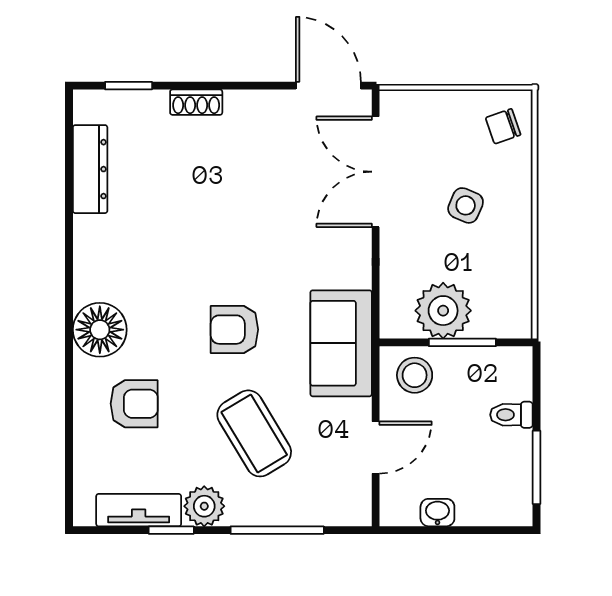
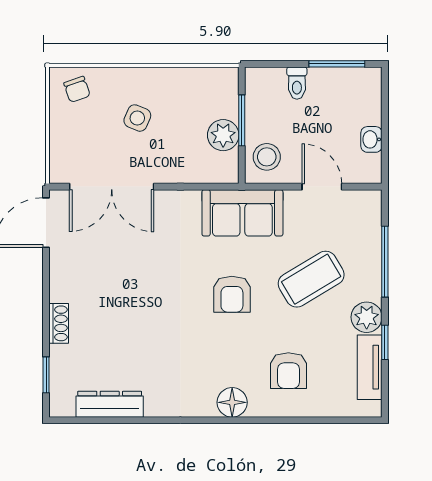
plant: (443, 311) -> (223, 135), width x0.73, depth x0.73
floor lamp: (100, 330) -> (232, 402), width x0.73, depth x0.73
armchair: (134, 404) -> (288, 371), turned 180

